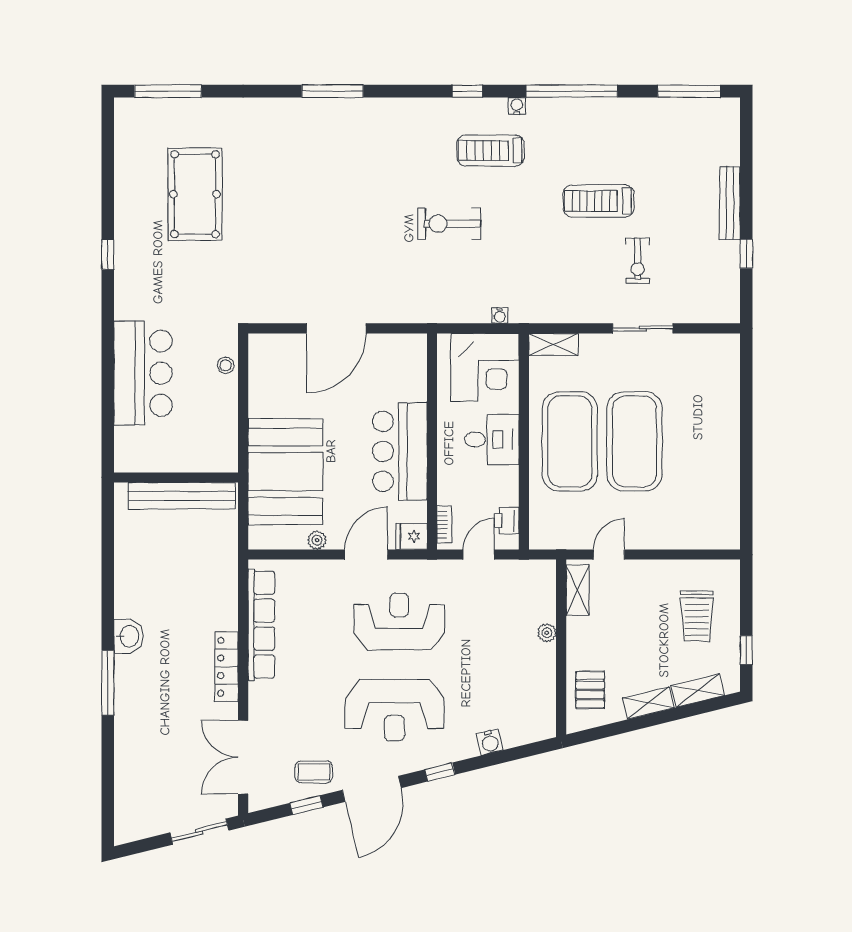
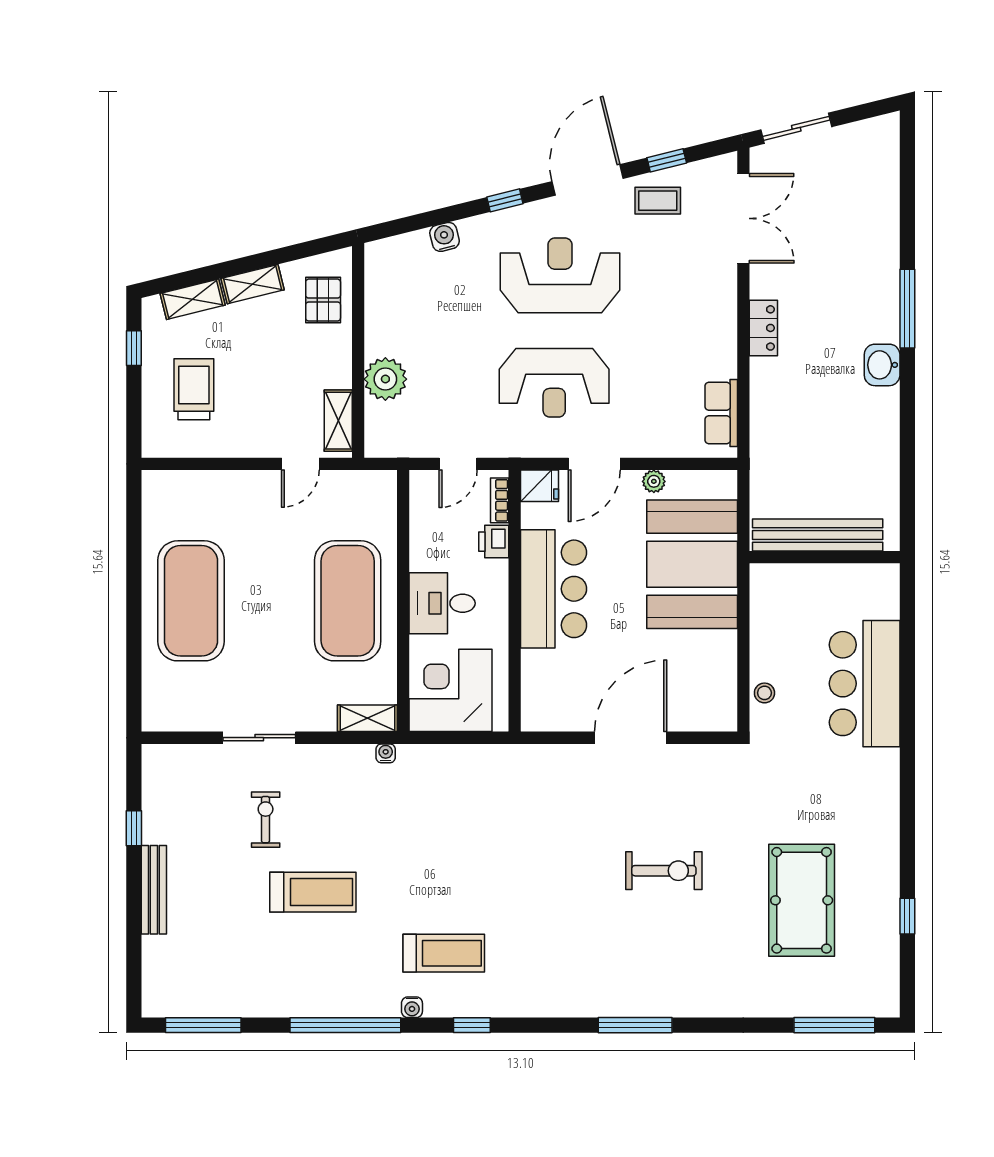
exercise bike: (449, 224) -> (664, 871), moved
window: (108, 255) -> (907, 916), moved
water cooler: (500, 316) -> (386, 753), moved
exercise mat: (634, 441) -> (191, 601), moved
printer: (507, 521) -> (494, 542), moved, turned 180
row of seats: (261, 625) -> (721, 413), width x0.50
plant: (547, 633) -> (385, 379), width x1.88, depth x1.88
locker: (227, 667) -> (763, 328), width x0.66

